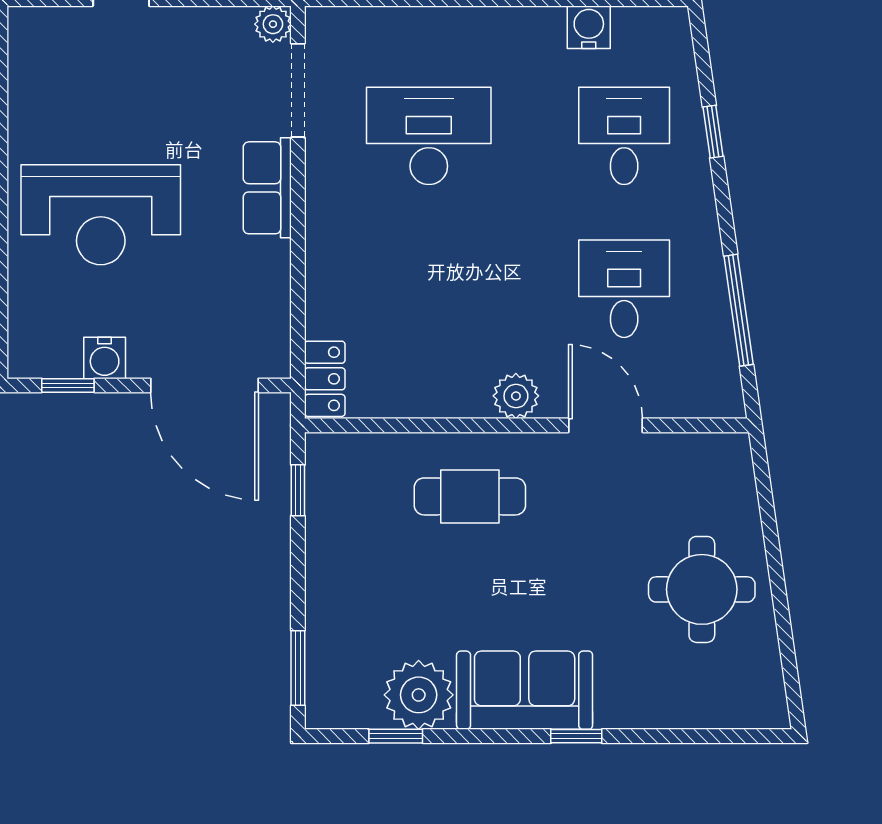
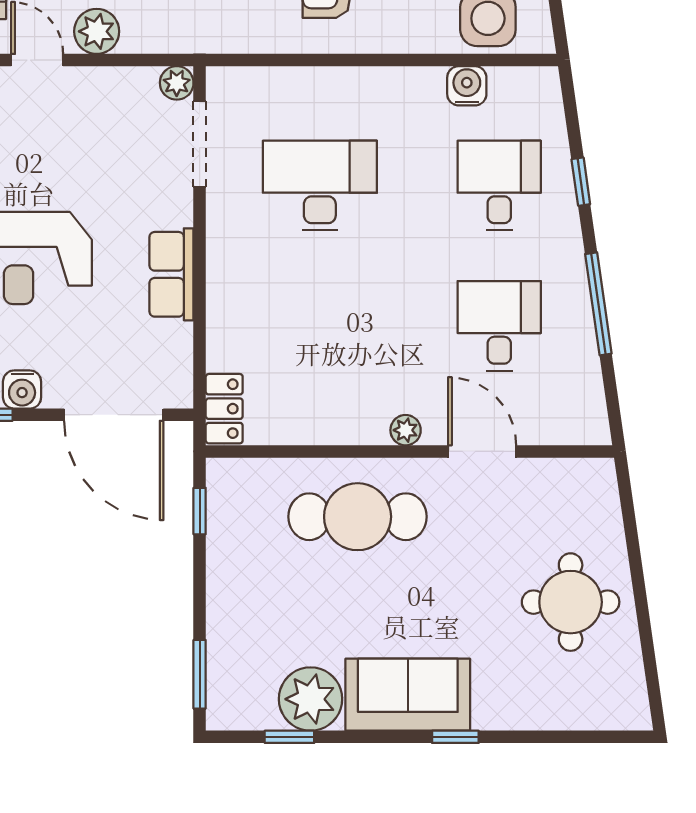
row of seats: (267, 188) -> (171, 274), moved
window: (739, 310) -> (598, 304), moved
plant: (516, 396) -> (406, 430), width x0.73, depth x0.73
cafe table: (470, 496) -> (358, 517), width x1.37, depth x1.35

